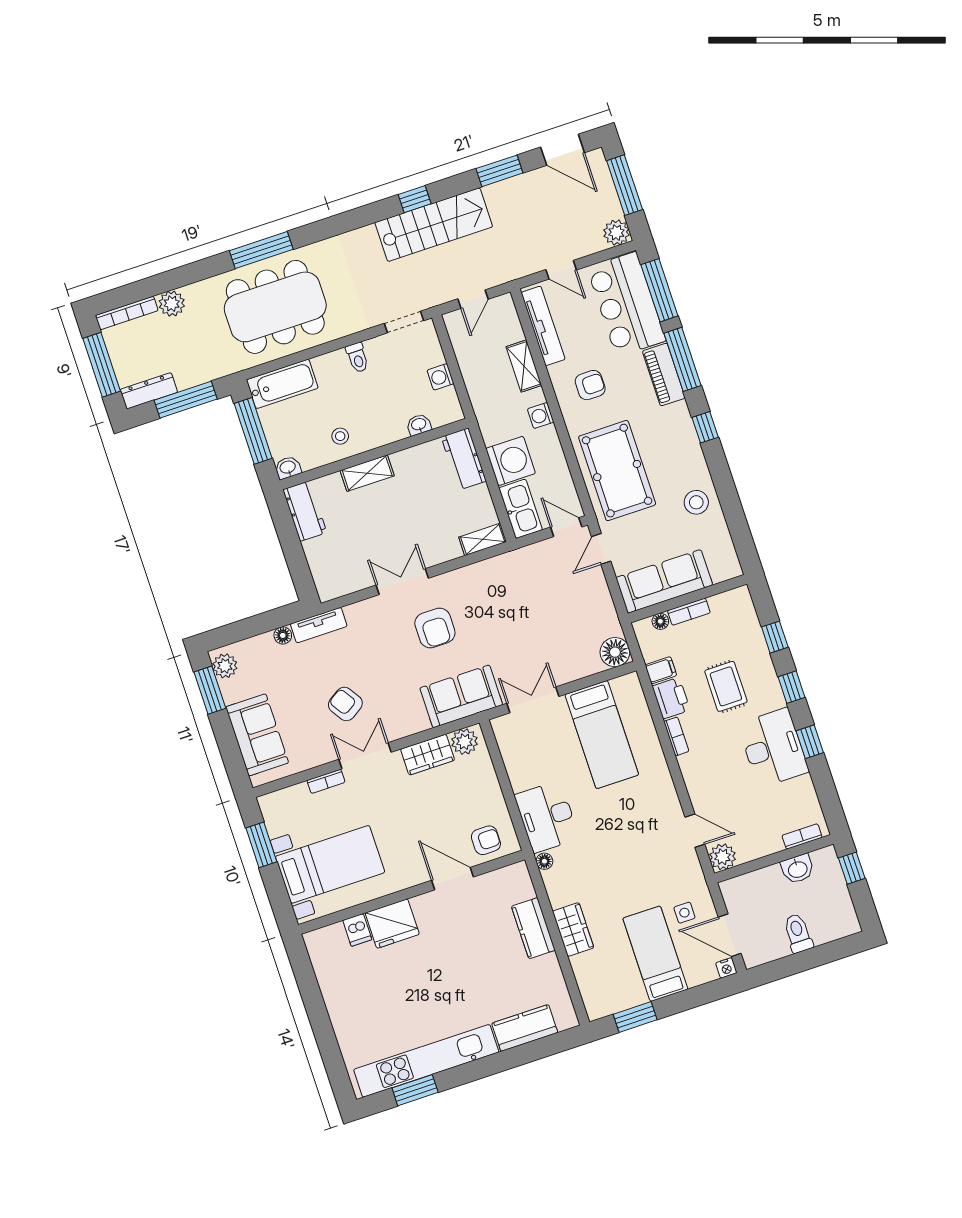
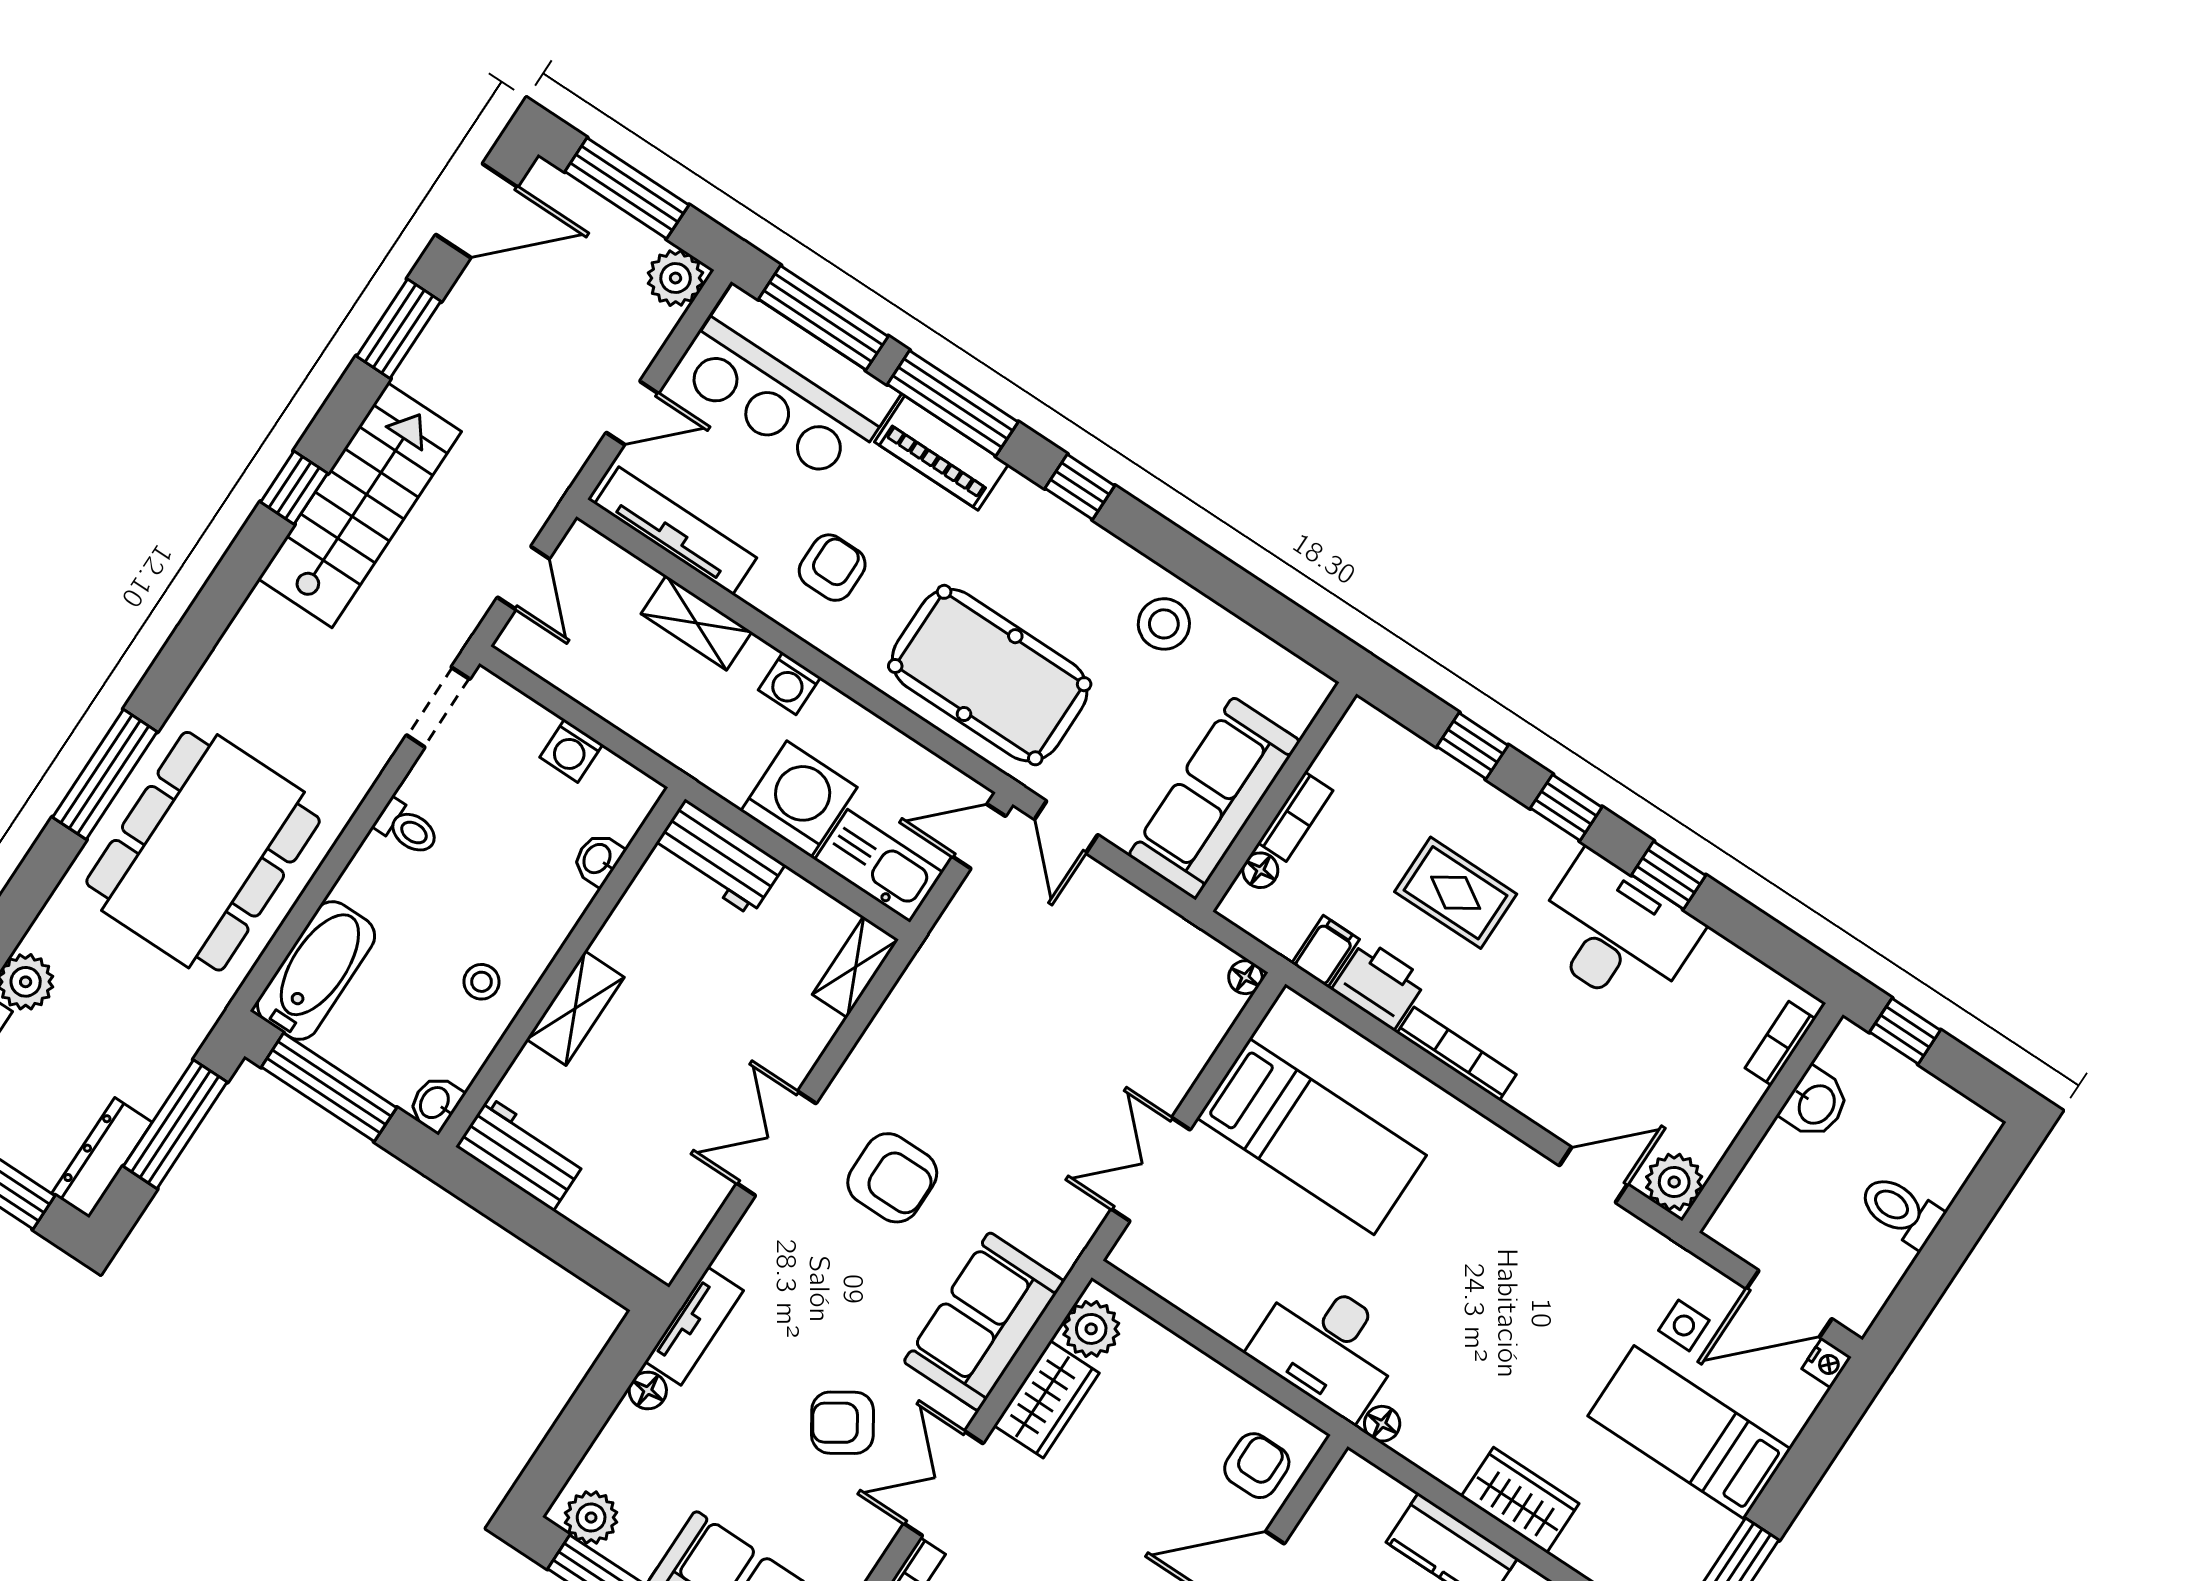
floor lamp: (615, 652) -> (1245, 977), width x0.53, depth x0.53
sofa: (461, 696) -> (984, 1322), moved
bookcase: (676, 736) -> (1457, 1054), width x1.56

